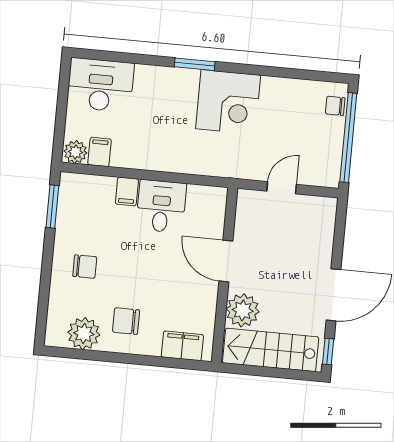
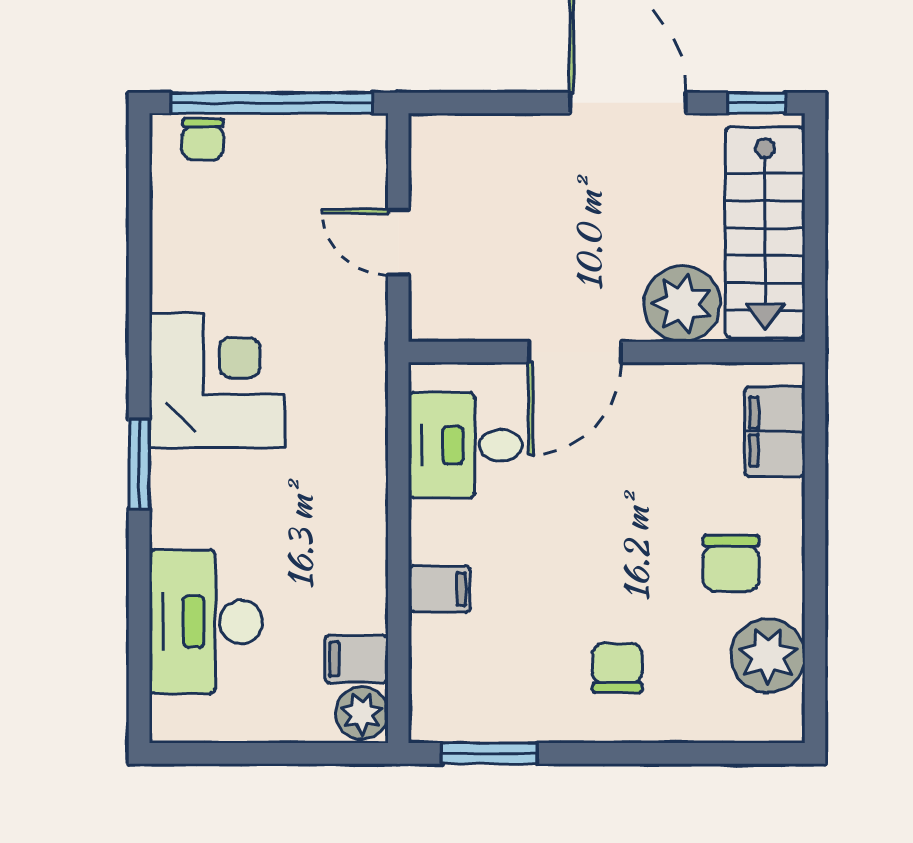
desk: (100, 85) -> (206, 622), moved
desk: (161, 206) -> (465, 445), moved

